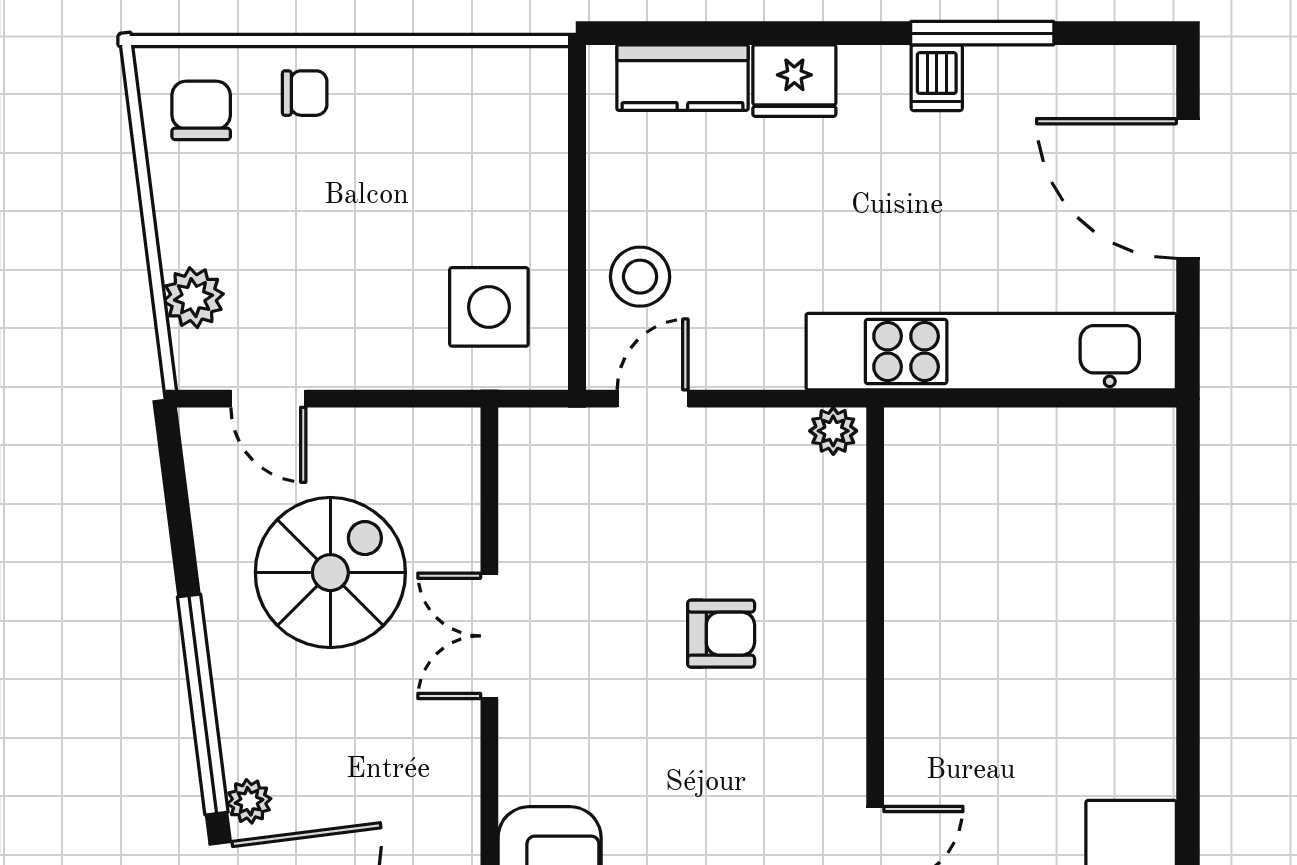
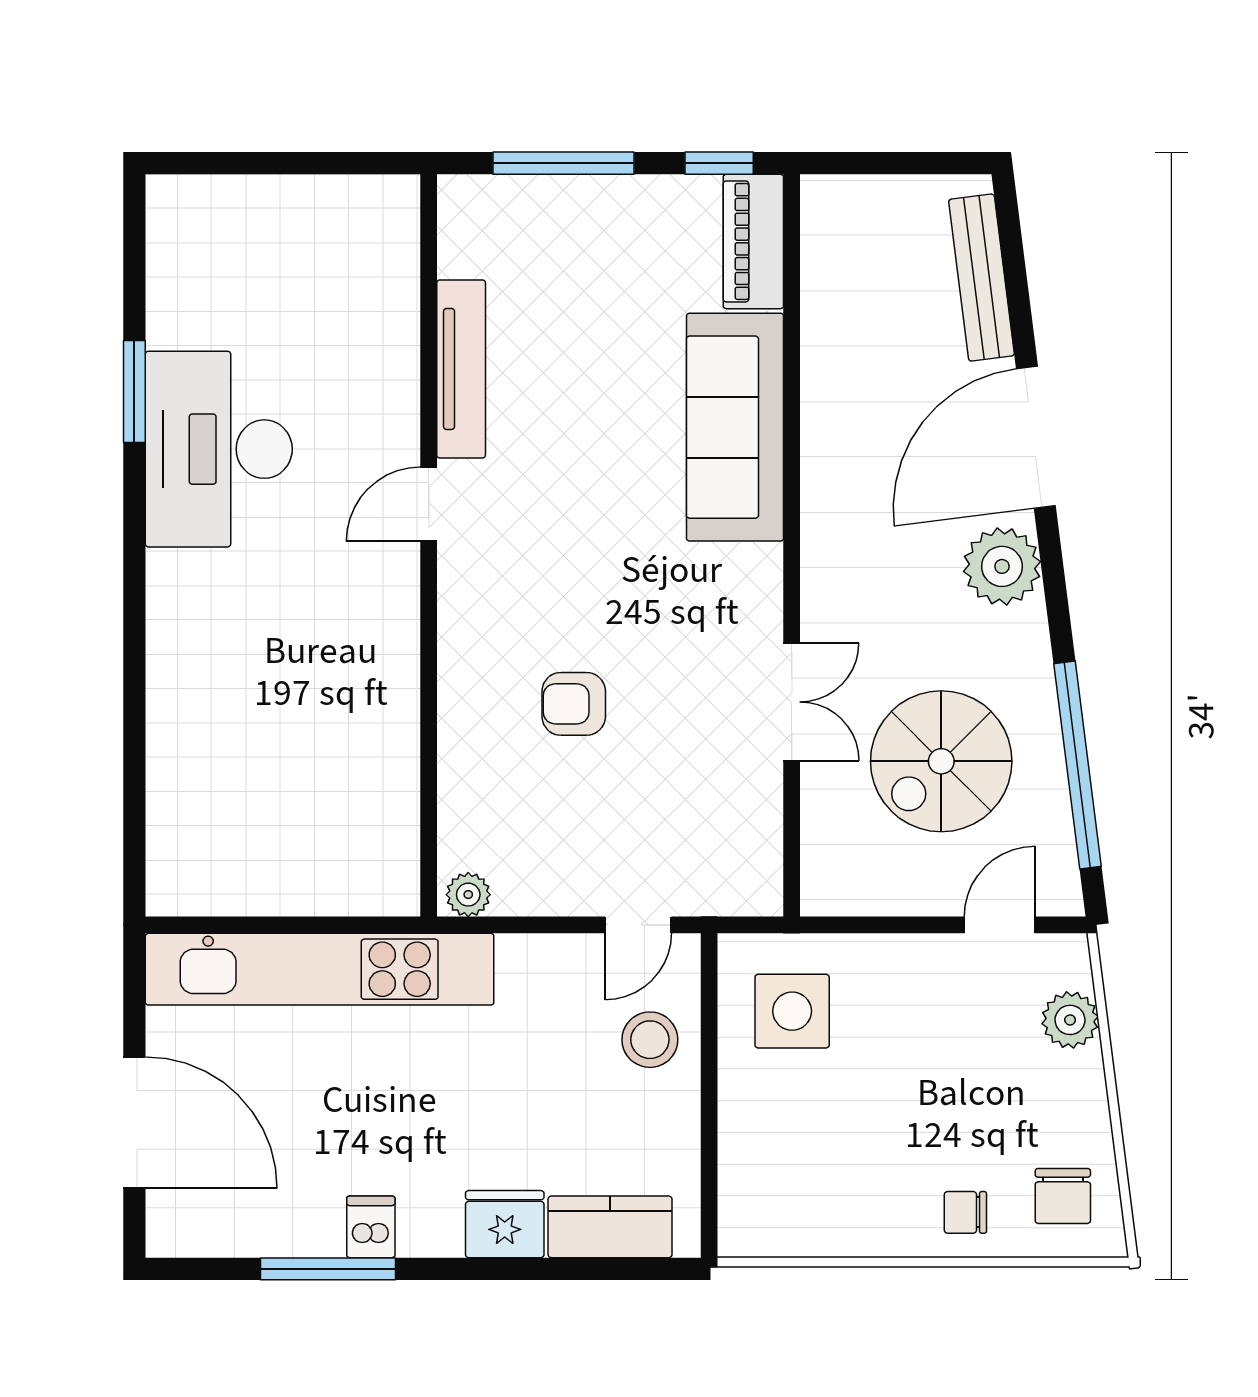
door: (268, 399) -> (1000, 925), hinge flipped
window: (203, 705) -> (1077, 765), moved
plant: (249, 801) -> (1002, 566), width x1.87, depth x1.87

